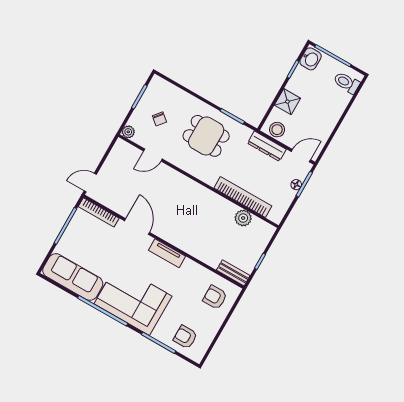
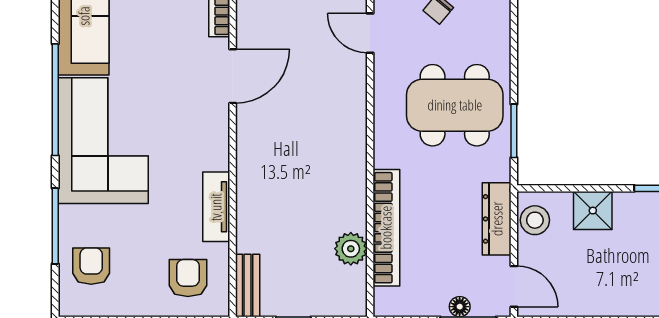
dining table: (206, 136) -> (455, 105), width x1.38
tv unit: (167, 253) -> (216, 207), moved

